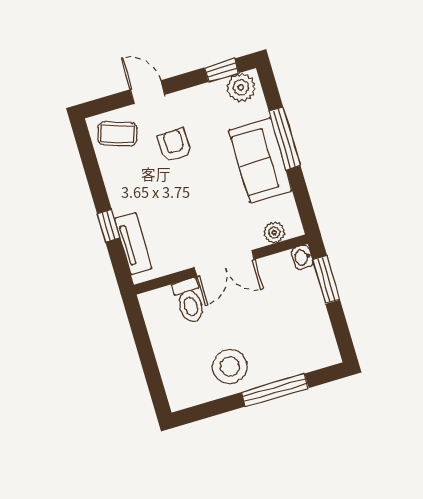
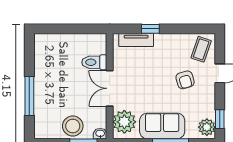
armchair: (175, 145) -> (185, 80), turned 74
plant: (274, 233) -> (124, 122), width x1.87, depth x1.87
stool: (230, 366) -> (73, 126), moved

